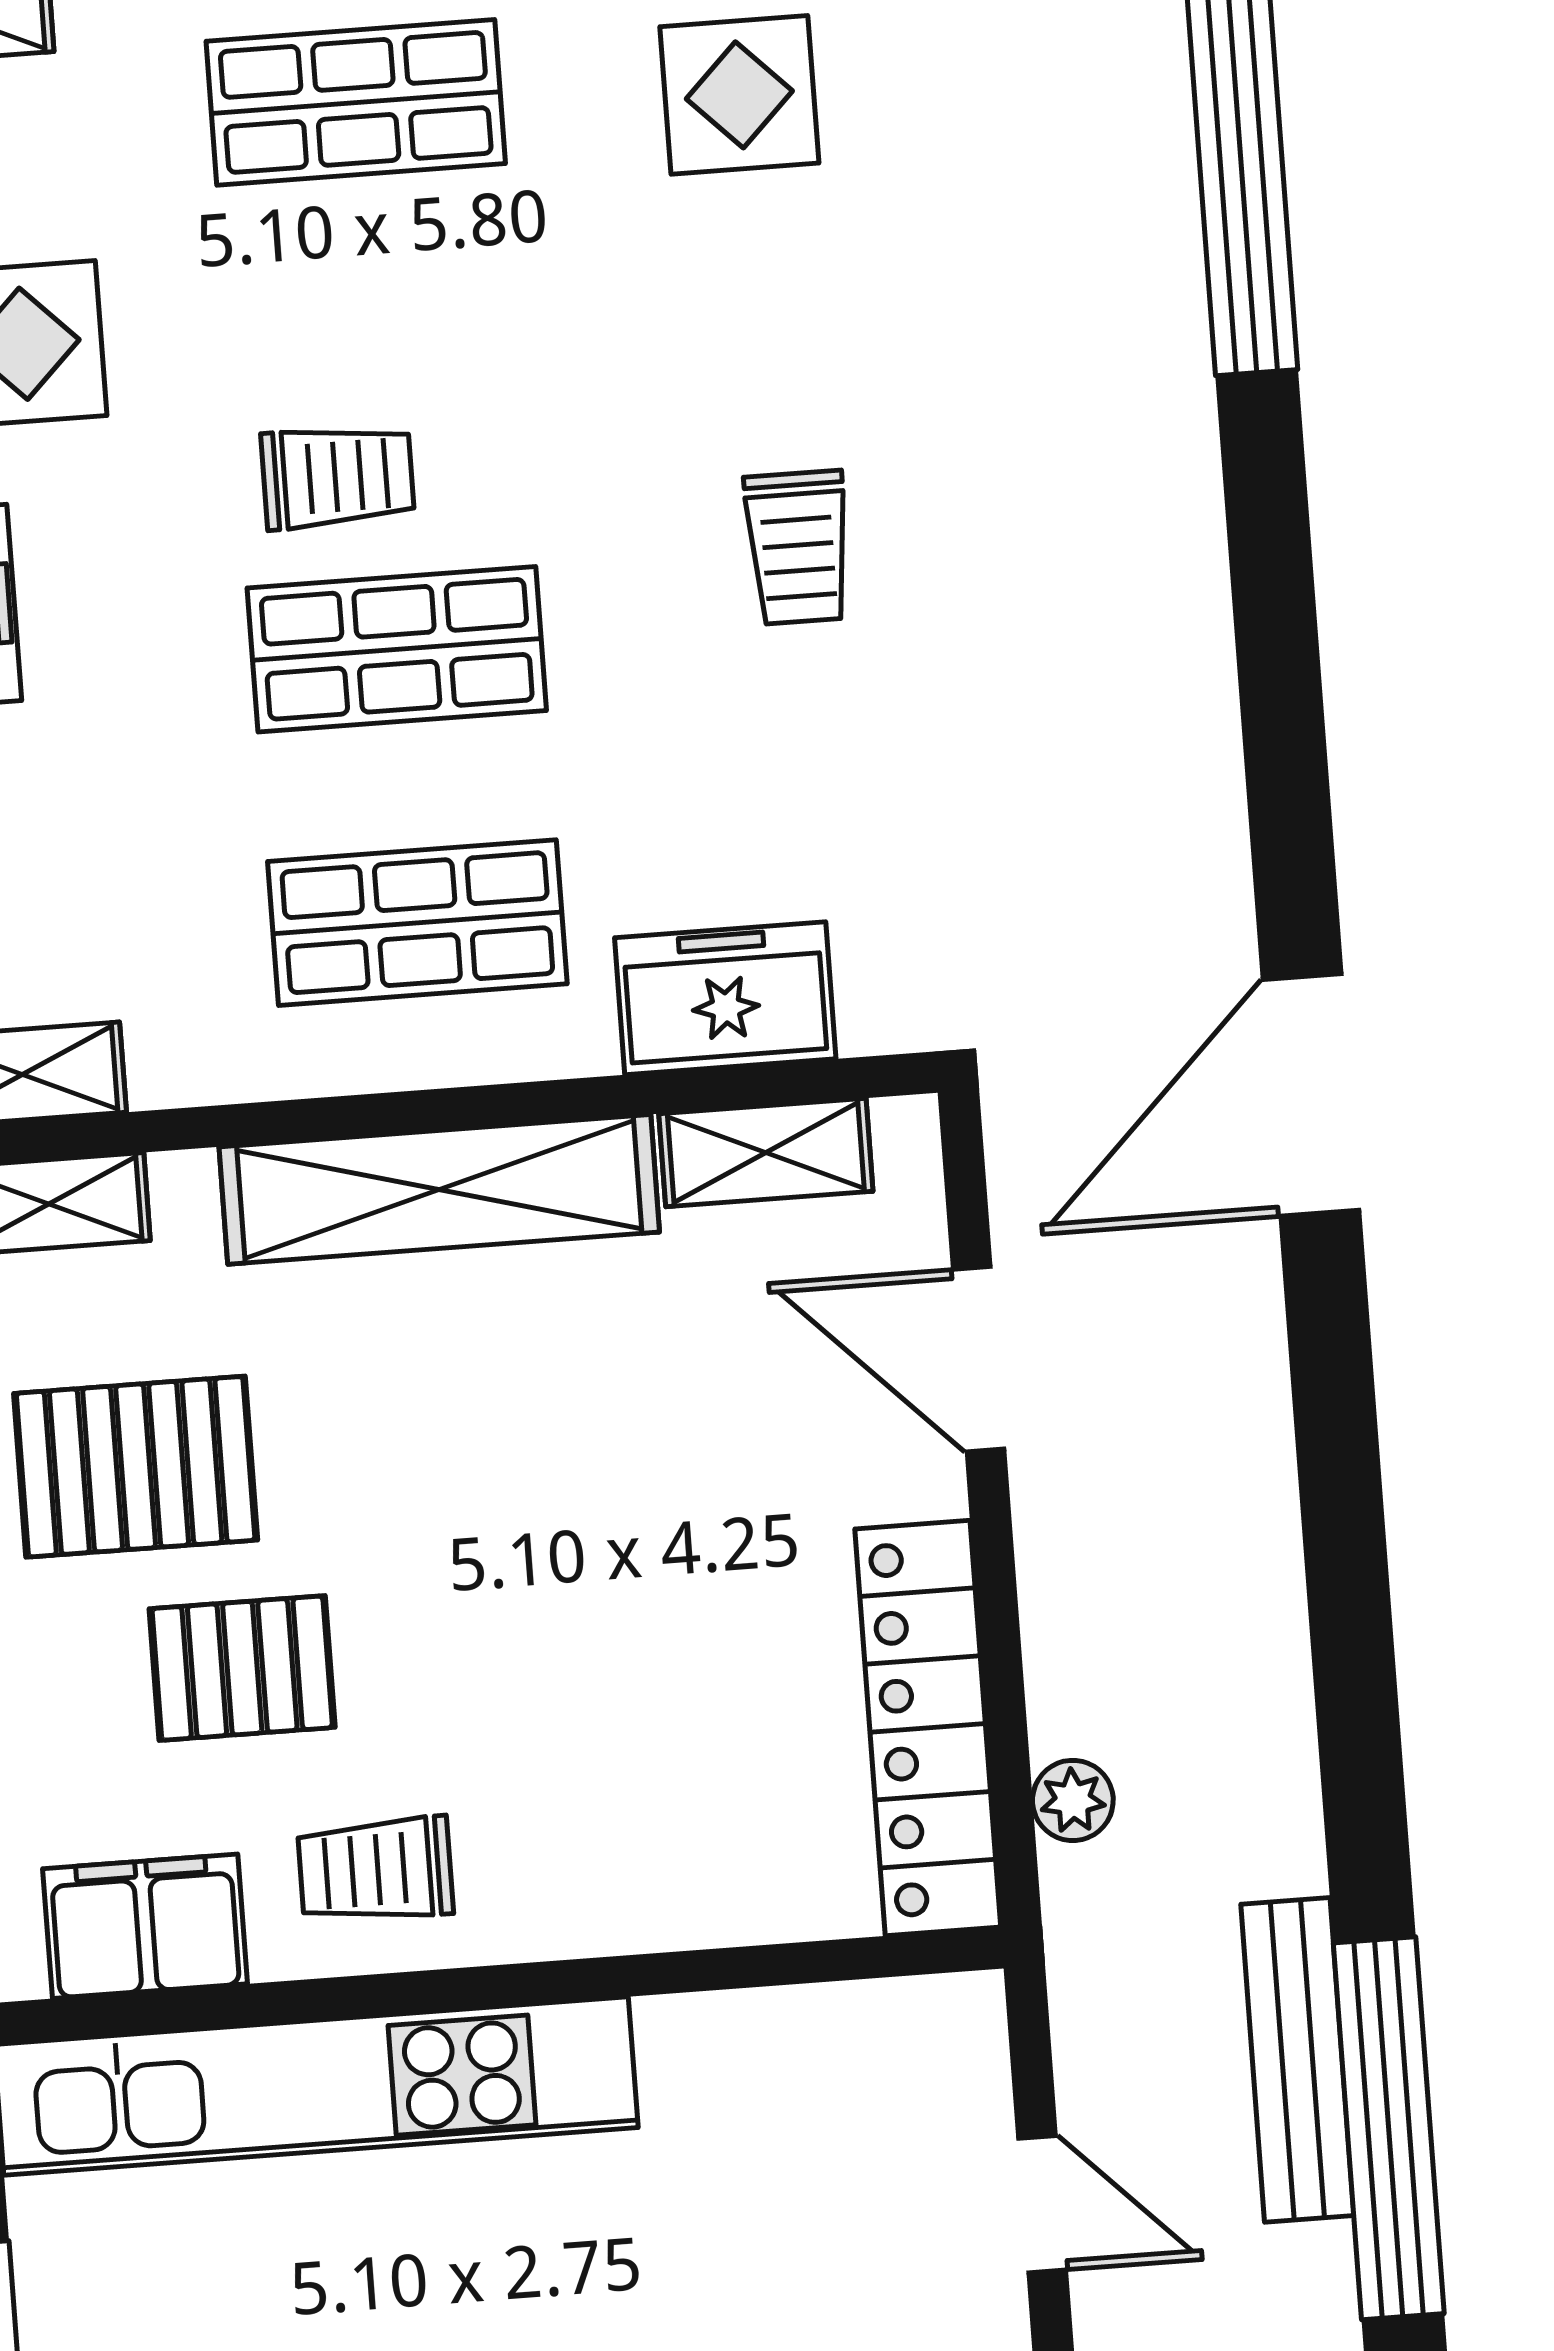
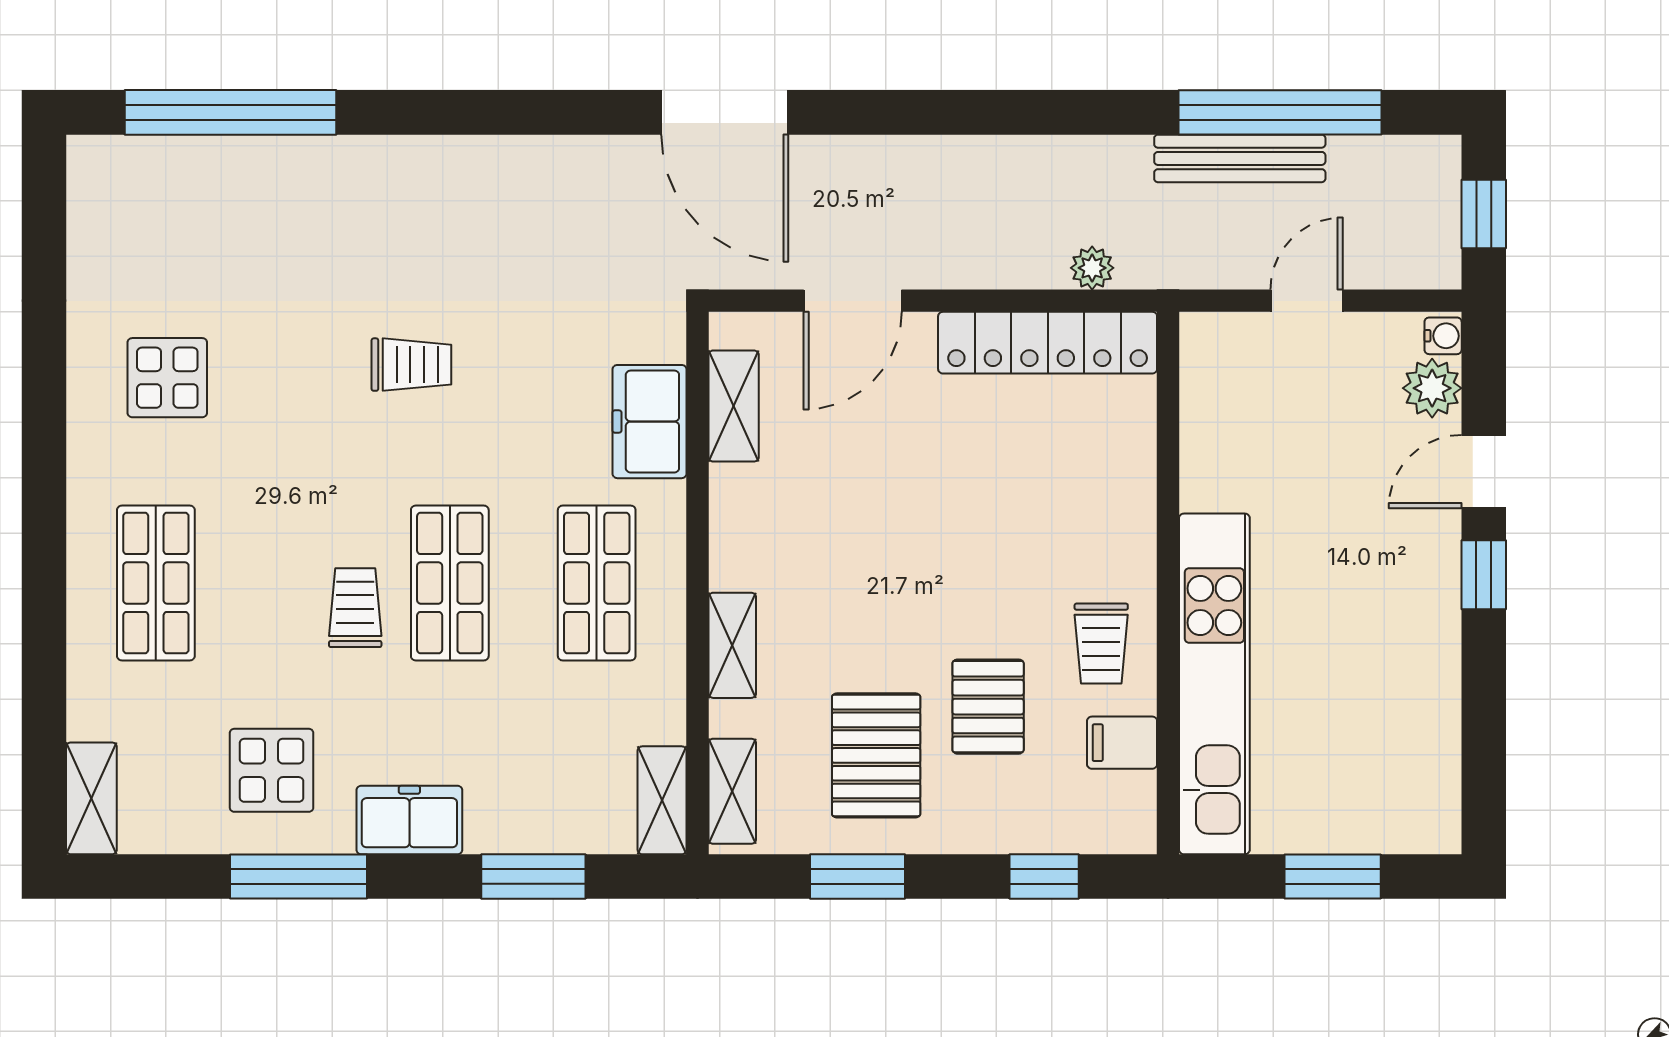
shelving: (439, 1189) -> (732, 645), width x0.45, depth x0.75
filing cabinet: (145, 1926) -> (1122, 743), width x0.50

